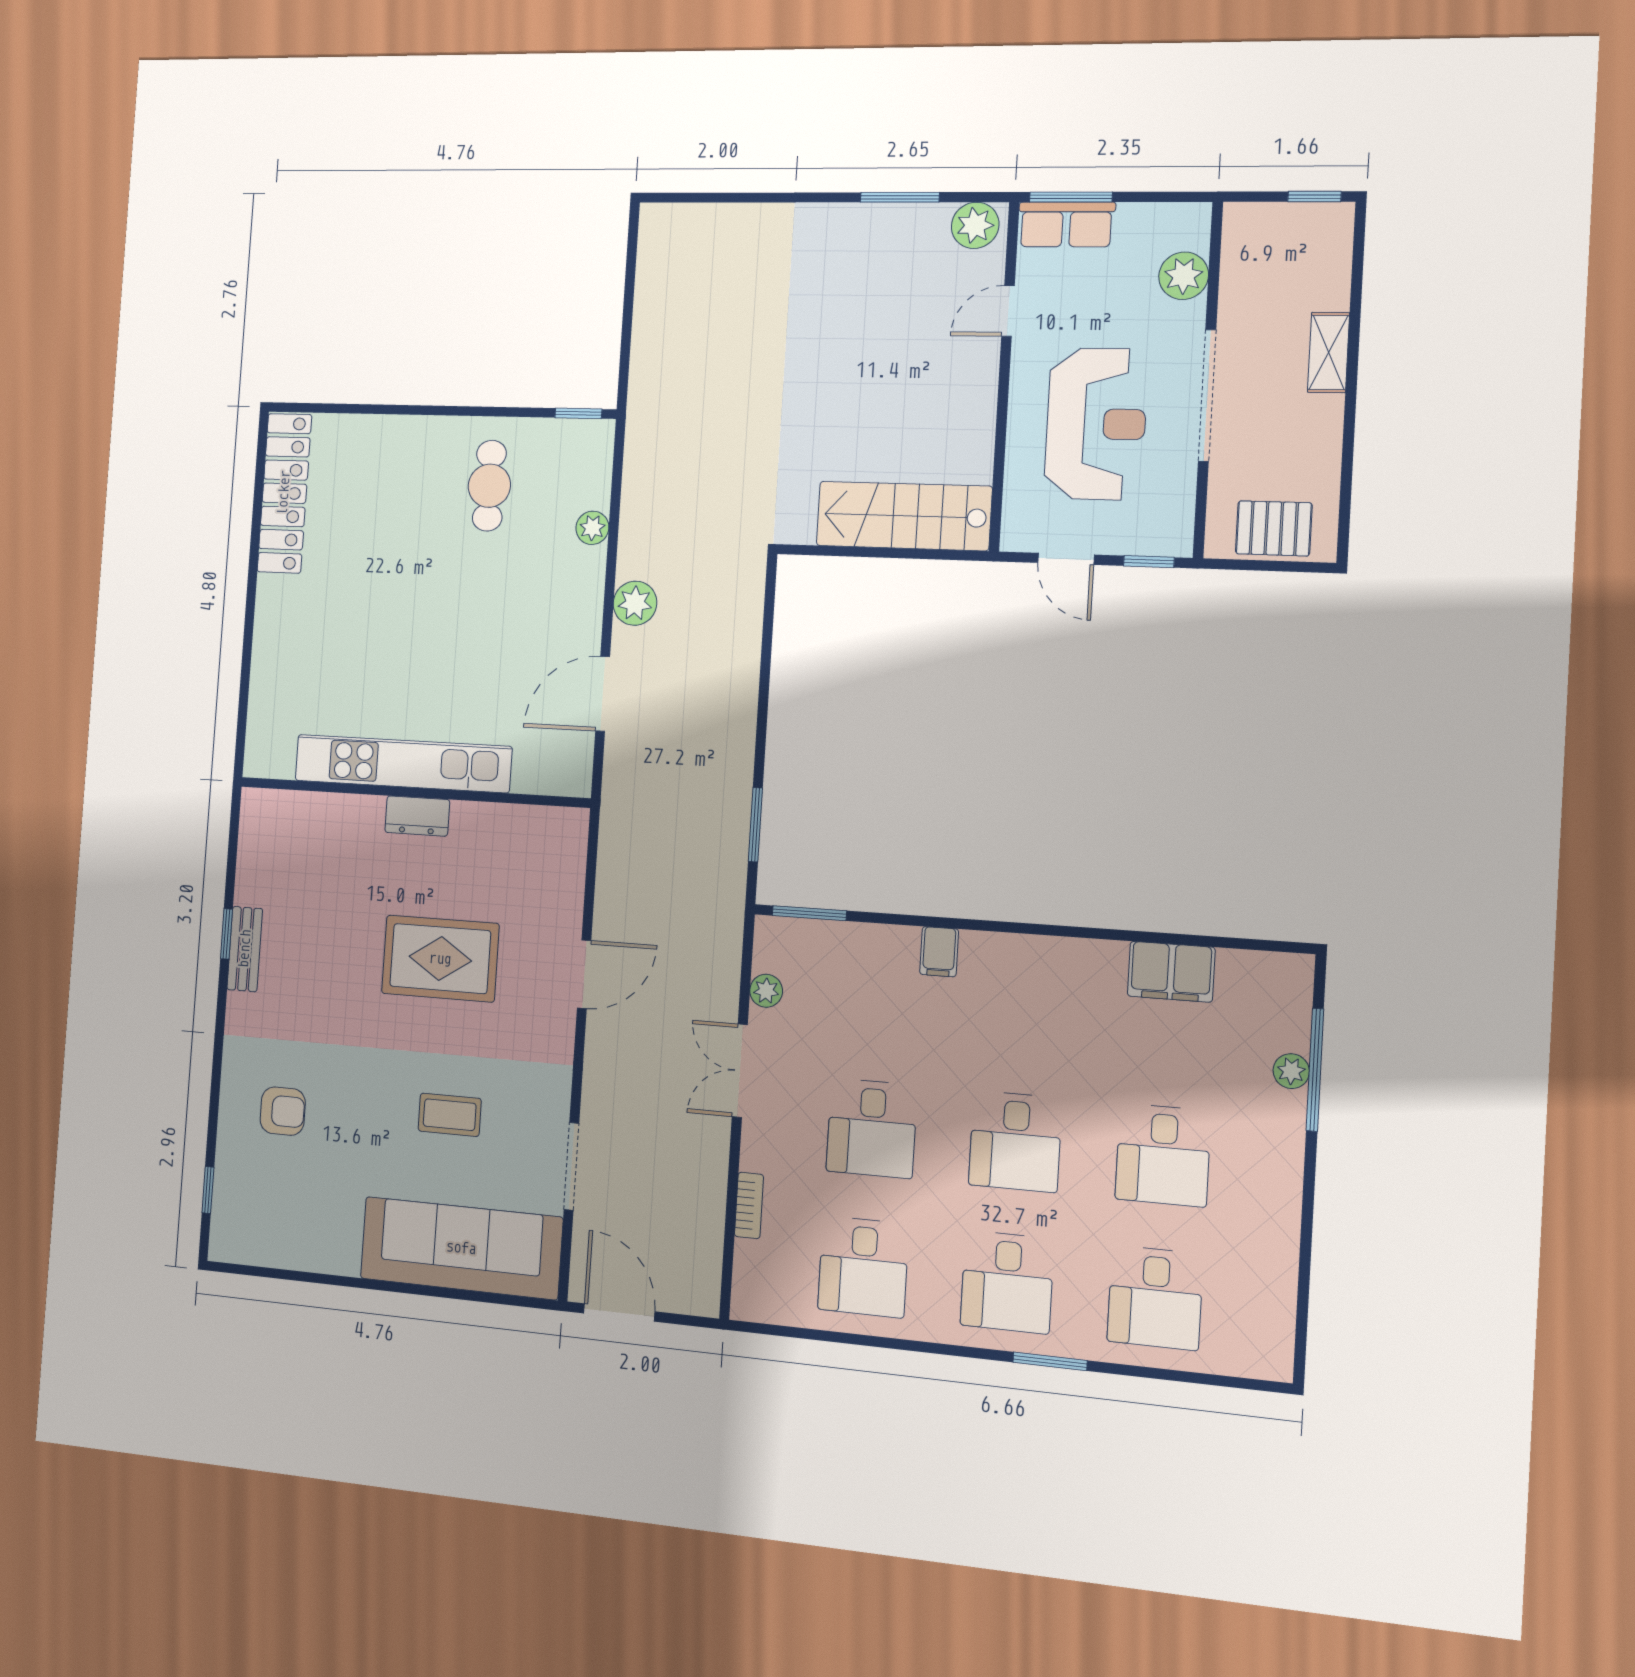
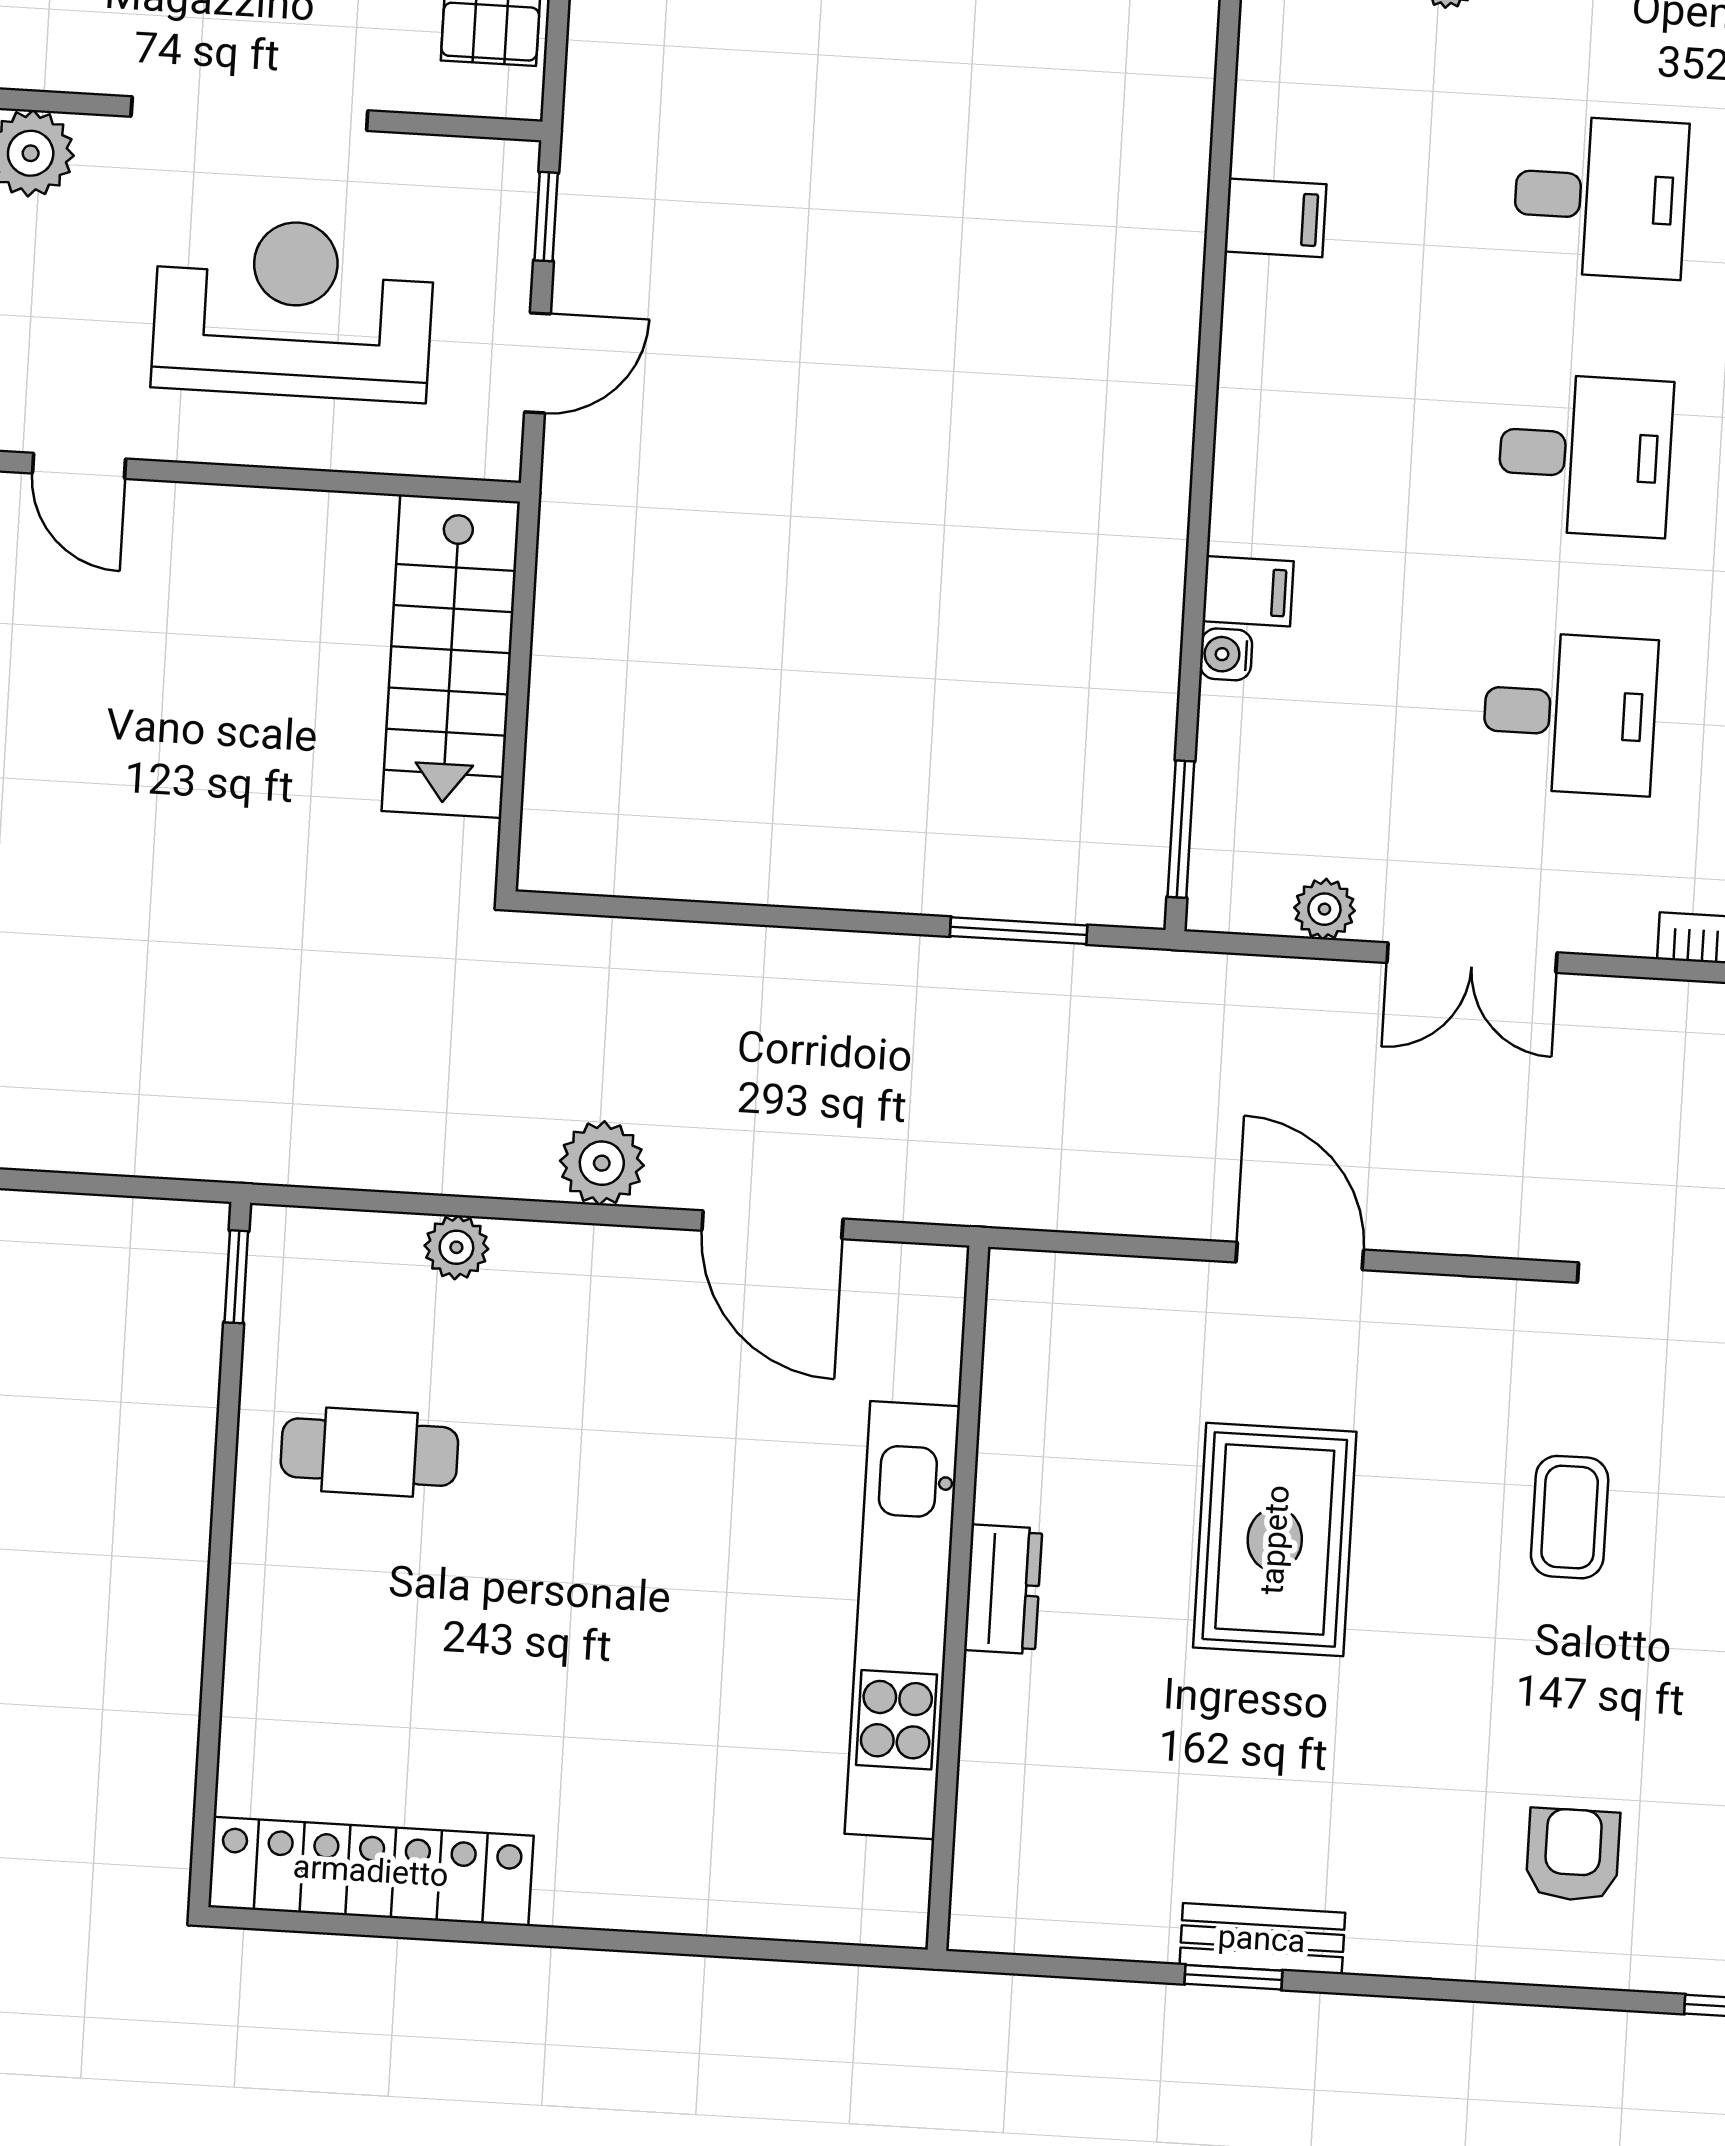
water cooler: (904, 939) -> (1226, 654), added
filing cabinet: (1171, 972) -> (1275, 218), width x0.50

